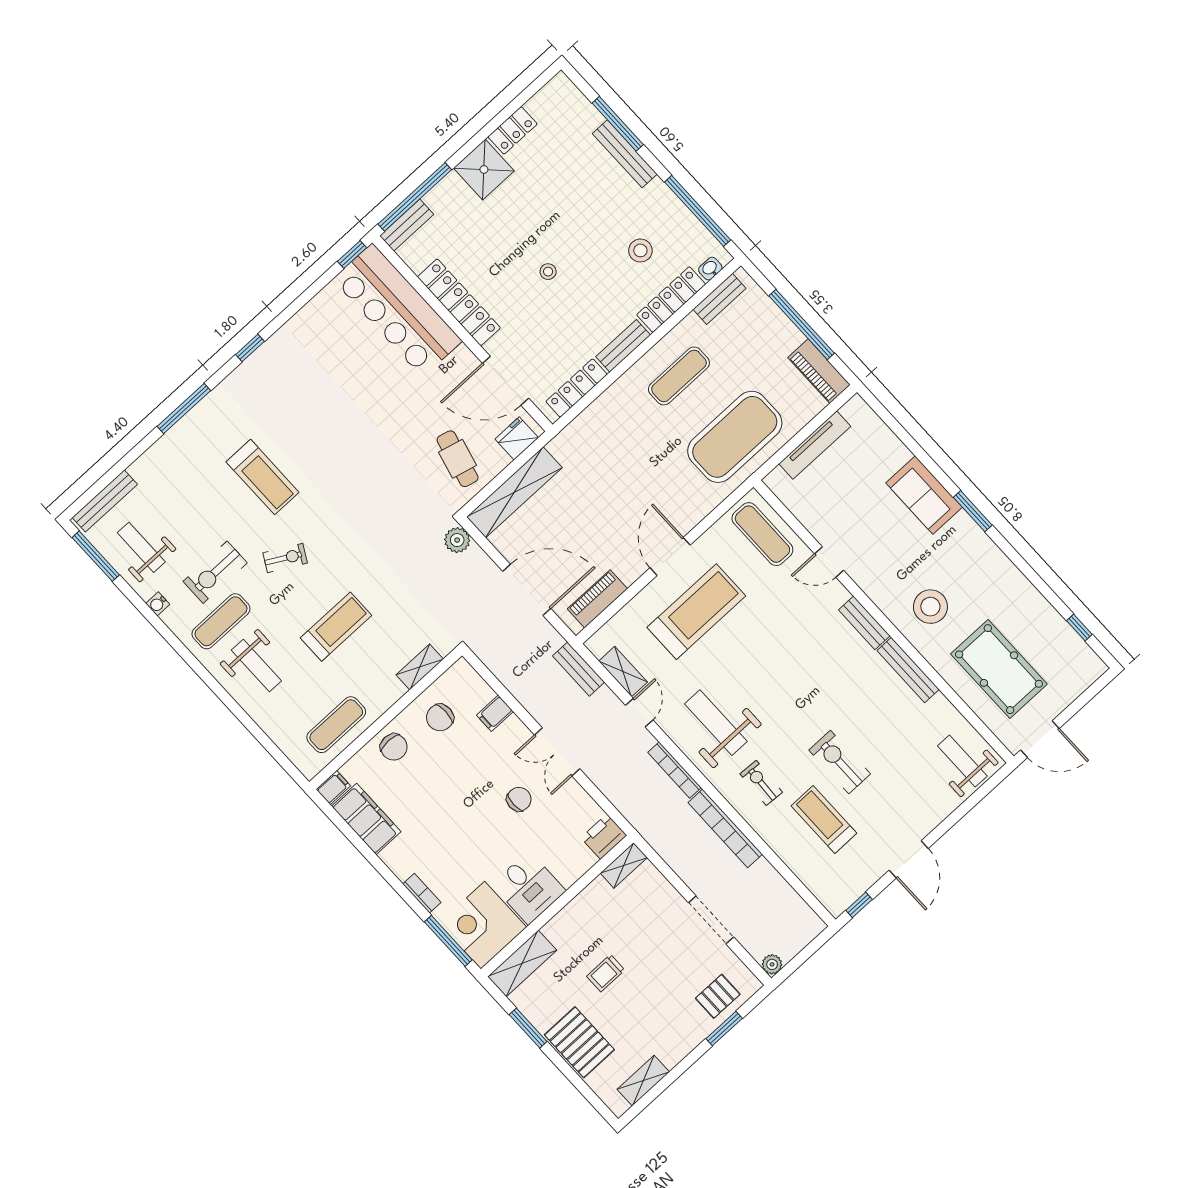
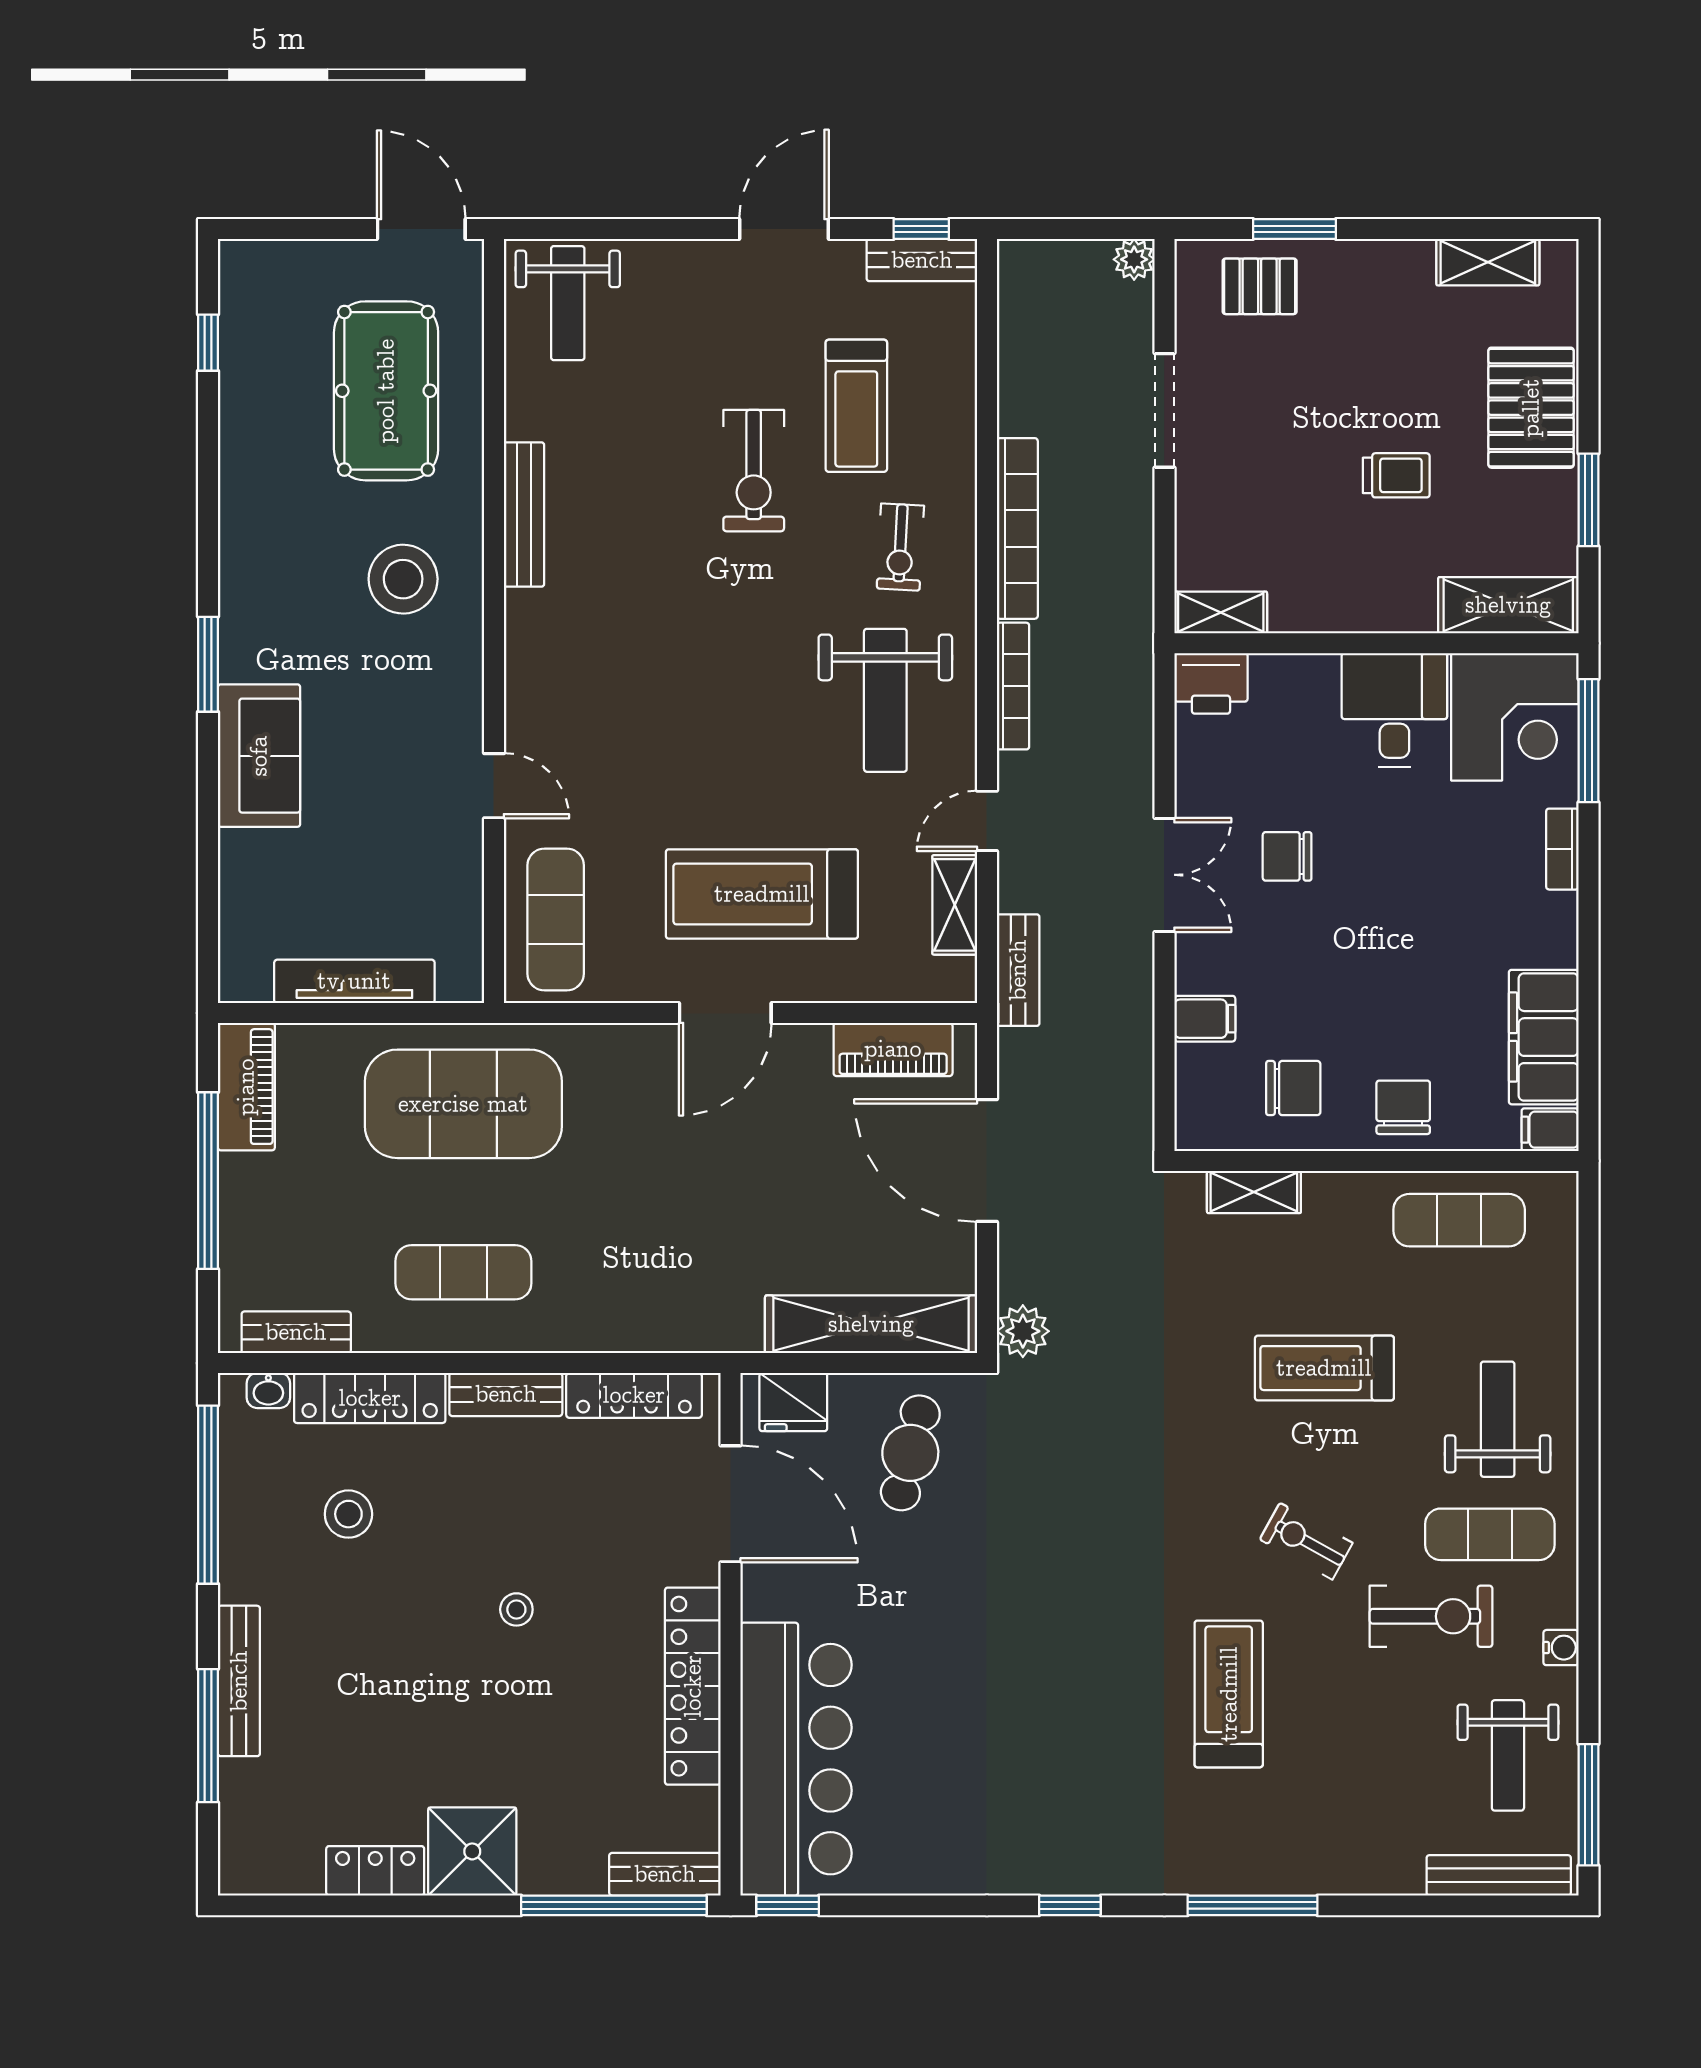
bench: (864, 623) -> (922, 260), moved, turned 90

